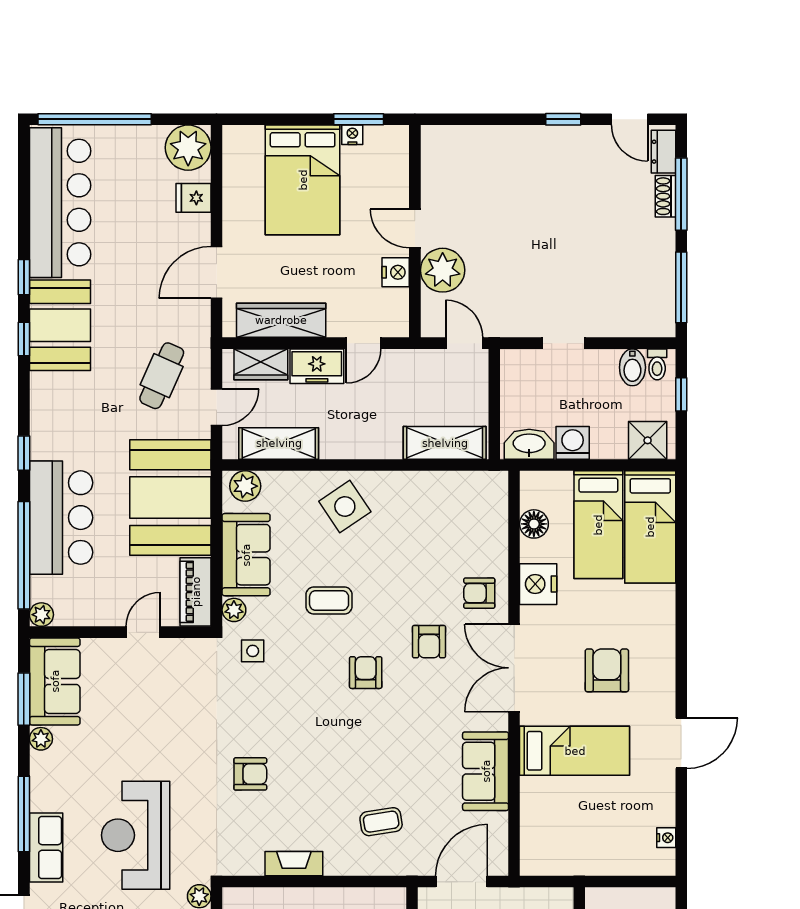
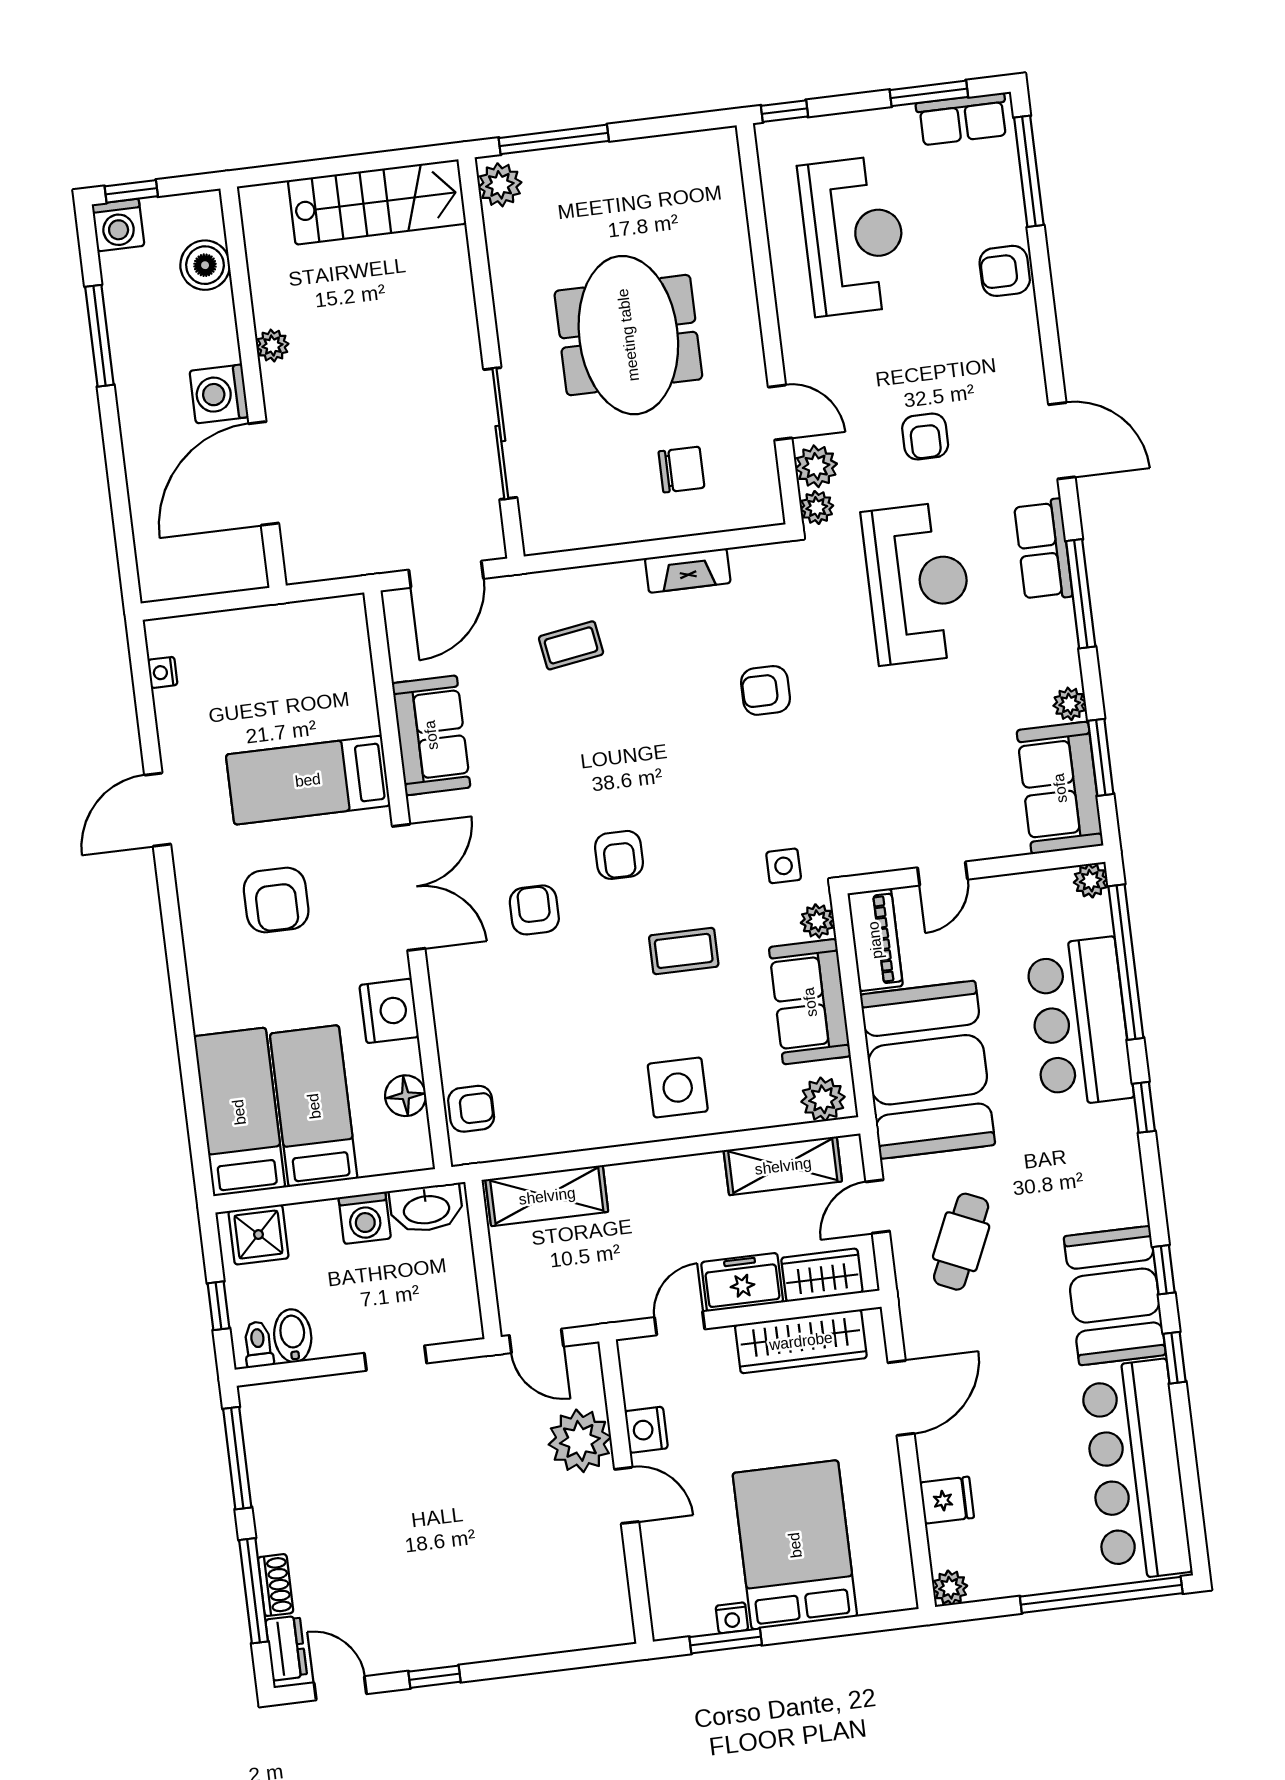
plant: (188, 148) -> (950, 1588), width x0.53, depth x0.53
side table: (345, 506) -> (678, 1088), turned 34
armchair: (479, 593) -> (471, 1109), moved

